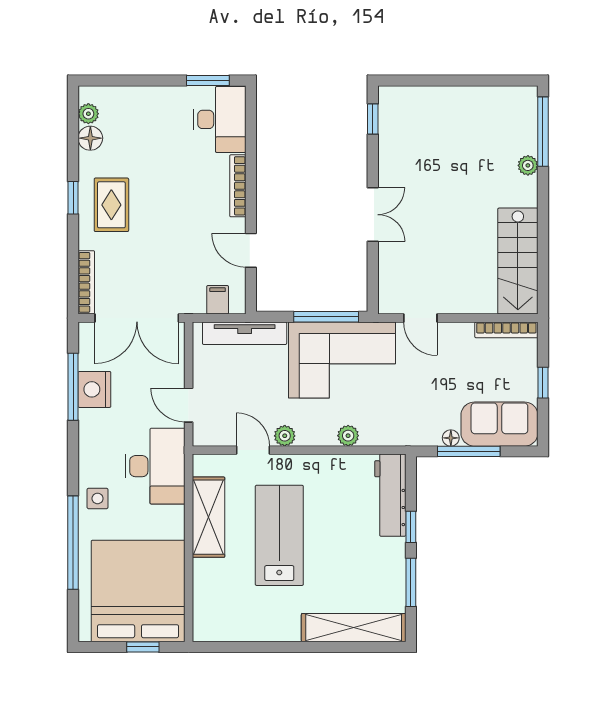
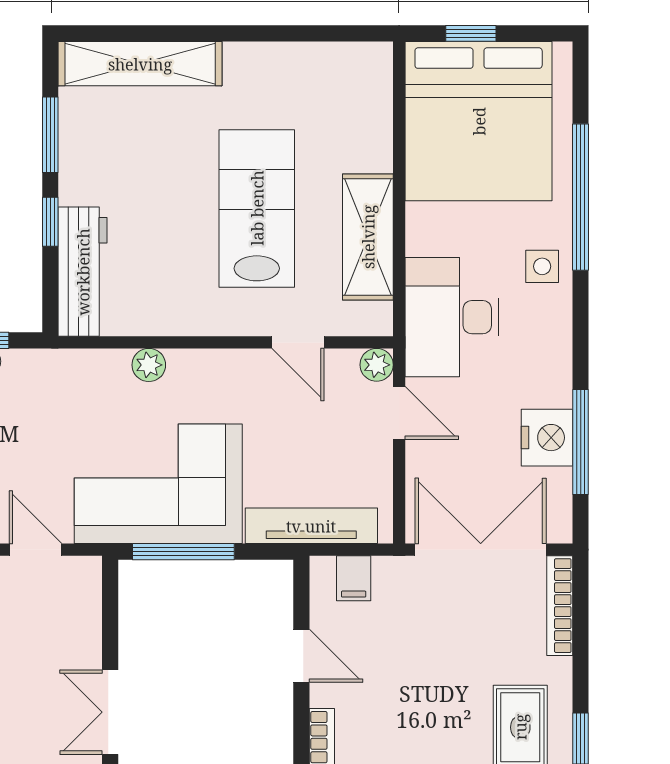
plant: (285, 436) -> (377, 365), moved
lab bench: (279, 535) -> (257, 208), turned 180

